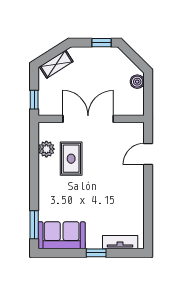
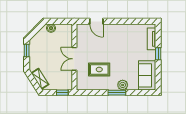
double door: (88, 119) -> (74, 59), width x0.73
plant: (46, 149) -> (123, 85), moved
window: (34, 225) -> (117, 93), moved

